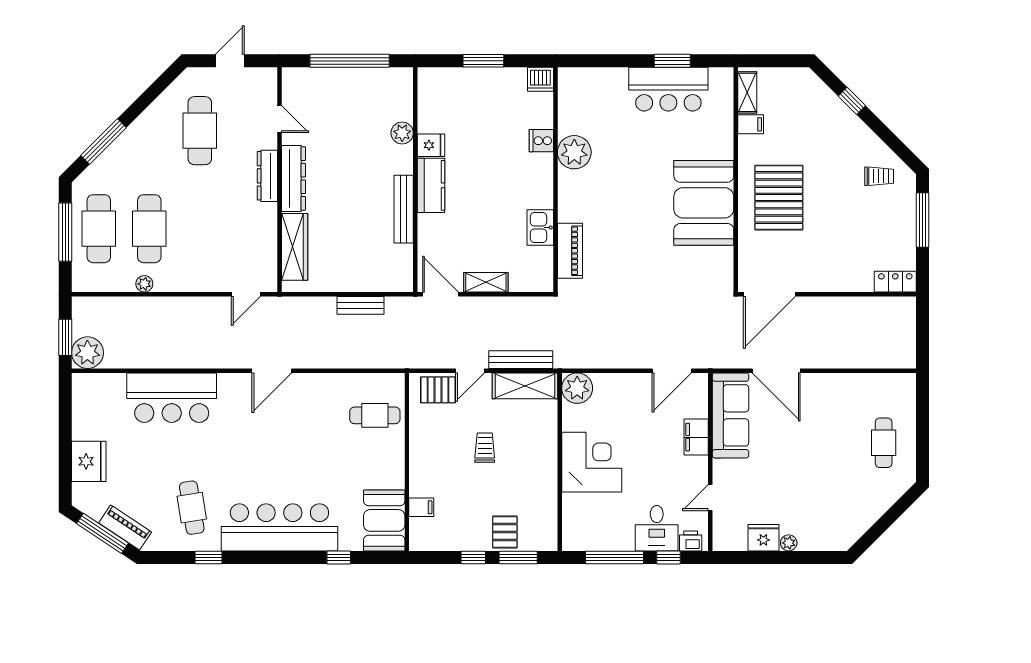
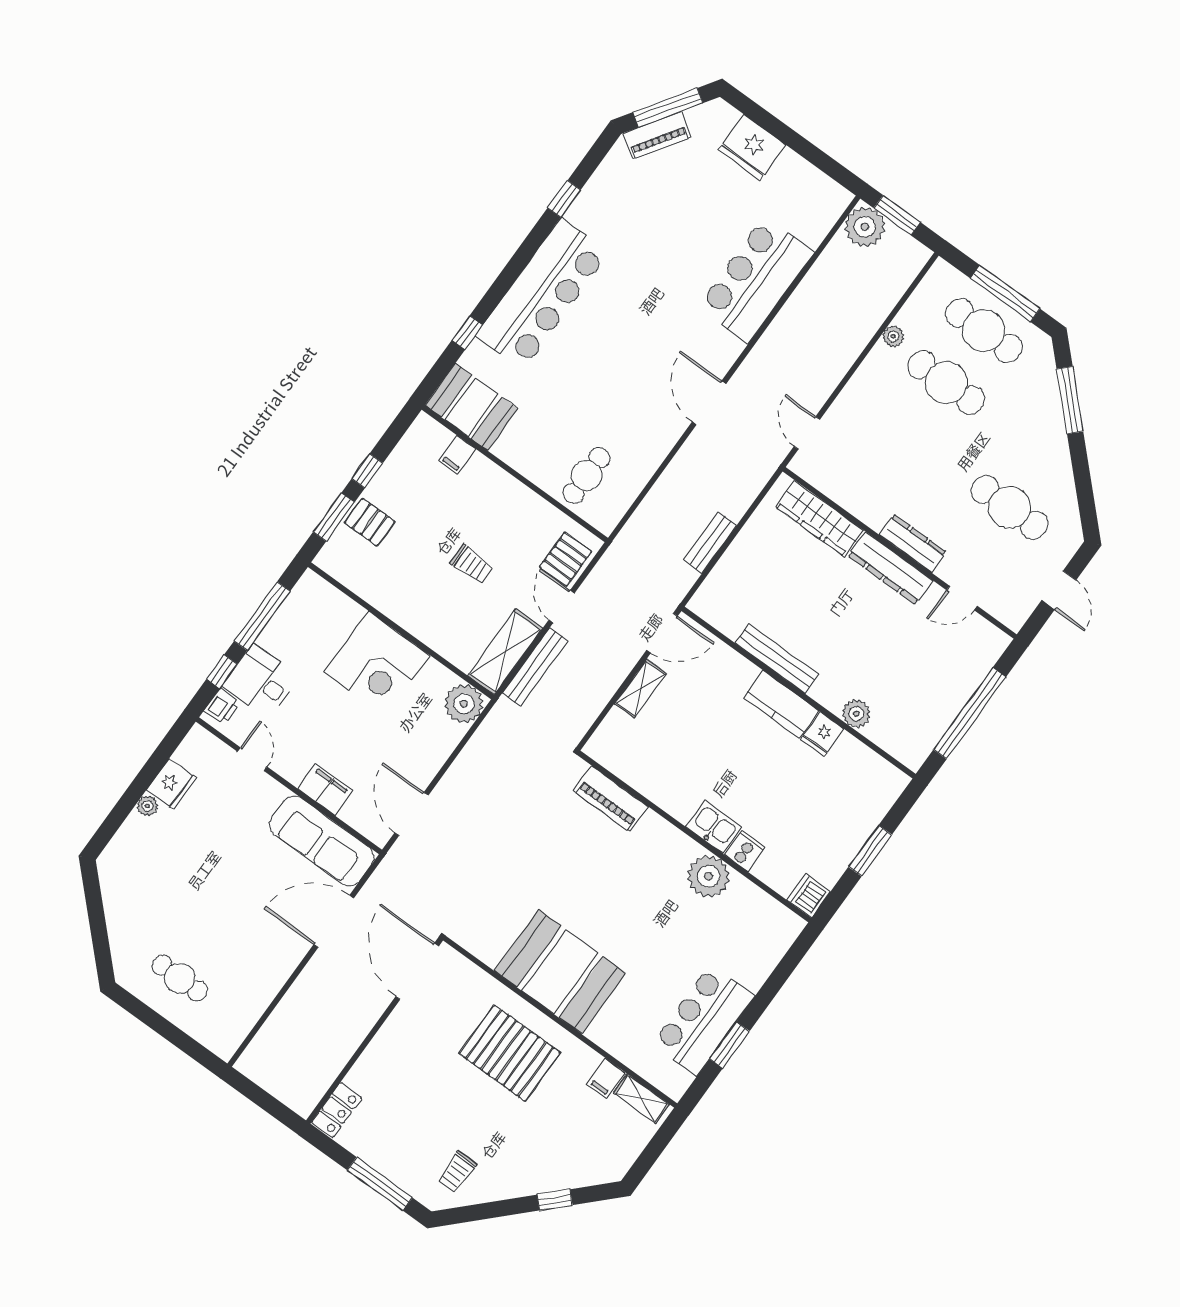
kitchen sink: (540, 228) -> (714, 827), moved
cafe table: (192, 508) -> (628, 219), removed

